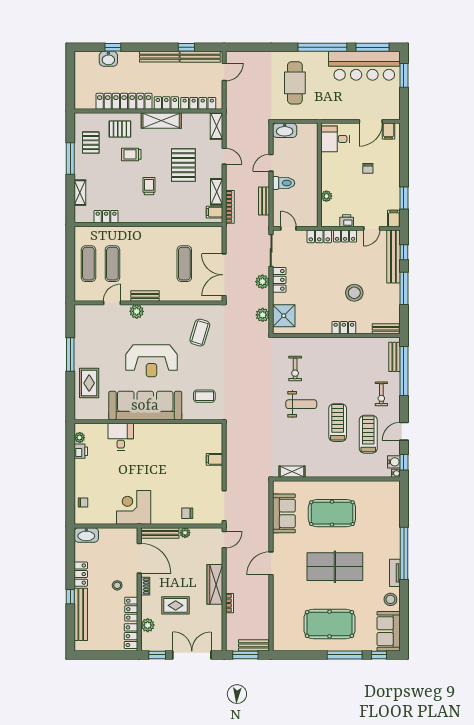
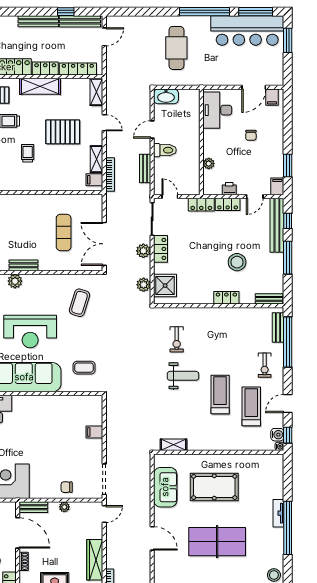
desk: (335, 139) -> (217, 110), width x1.37
pallet: (183, 165) -> (63, 132), turned 90
bench: (160, 533) -> (33, 507), width x0.73
door: (271, 563) -> (152, 538), swing flipped
tv unit: (395, 573) -> (278, 513), moved

